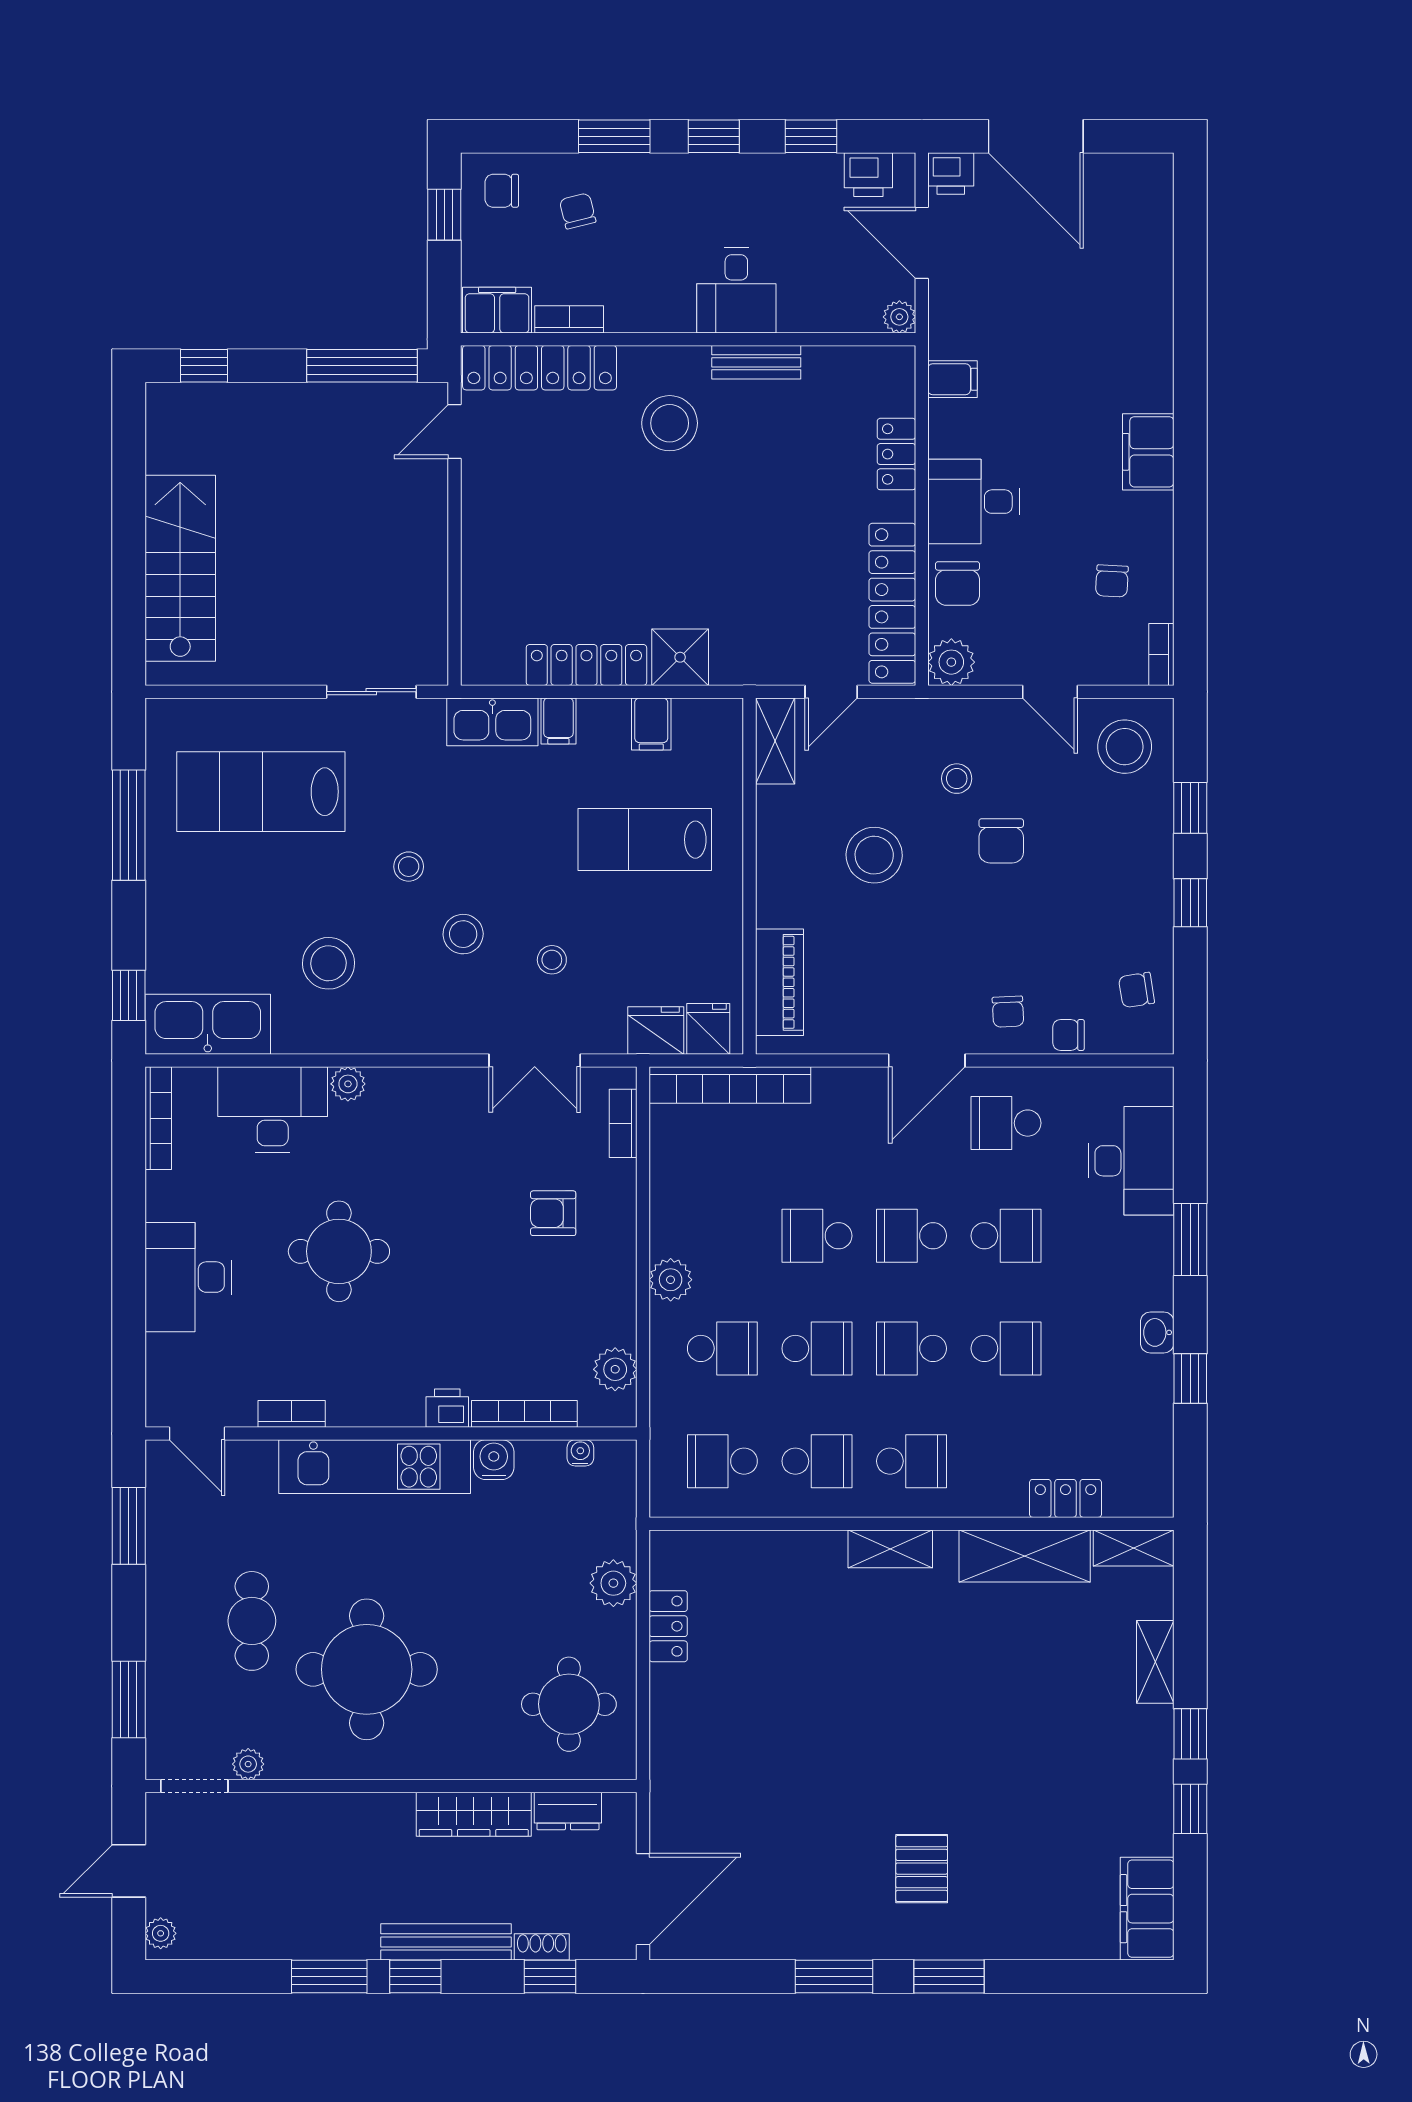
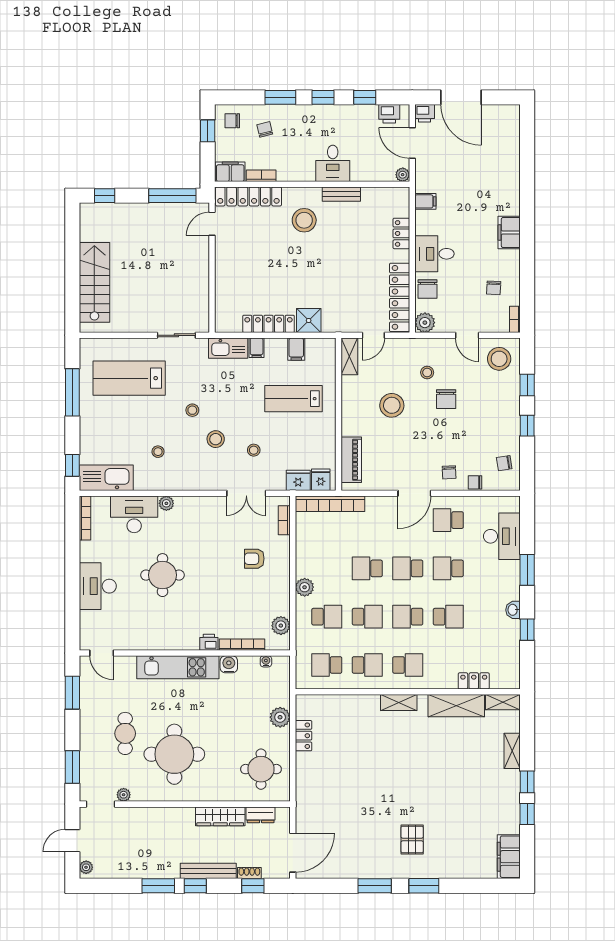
stool: (329, 963) -> (158, 452), width x0.53, depth x0.53
school desk: (1006, 1236) -> (448, 568), turned 180
bookcase: (292, 1414) -> (142, 645), removed

